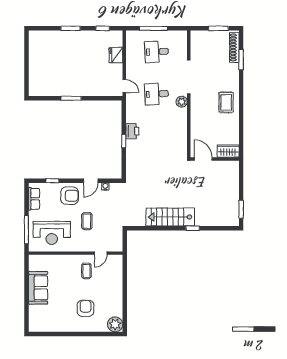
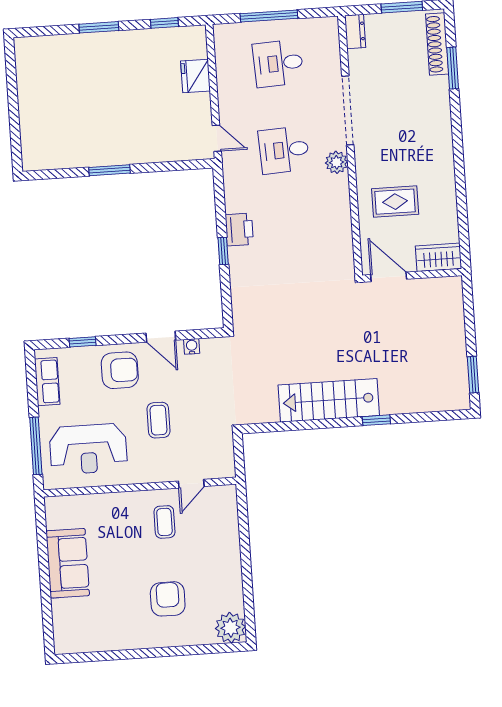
dresser: (195, 39) -> (355, 31), added
rug: (226, 102) -> (395, 202), moved, turned 90
door: (91, 181) -> (161, 337), hinge flipped

